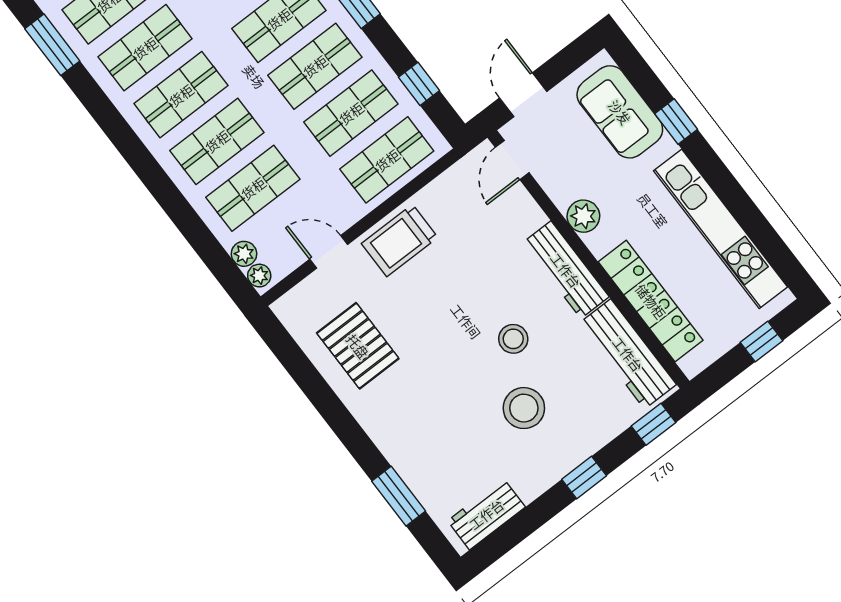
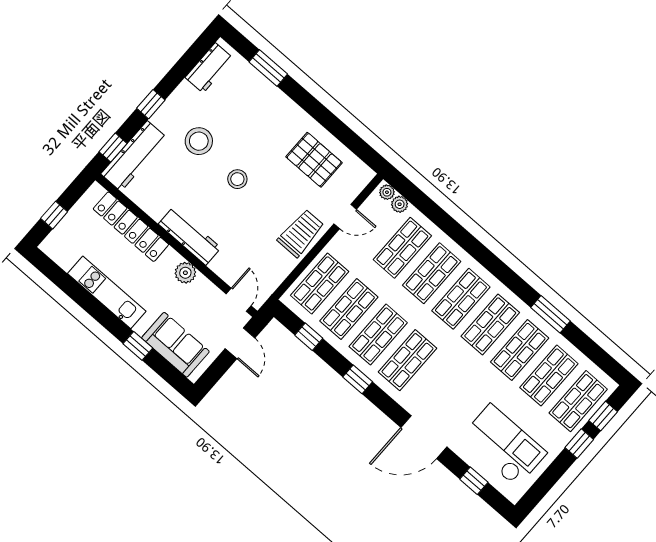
kitchen unit: (720, 229) -> (107, 292), width x0.73
stool: (513, 339) -> (237, 179), moved
workbench: (628, 354) -> (134, 156), moved, turned 90

